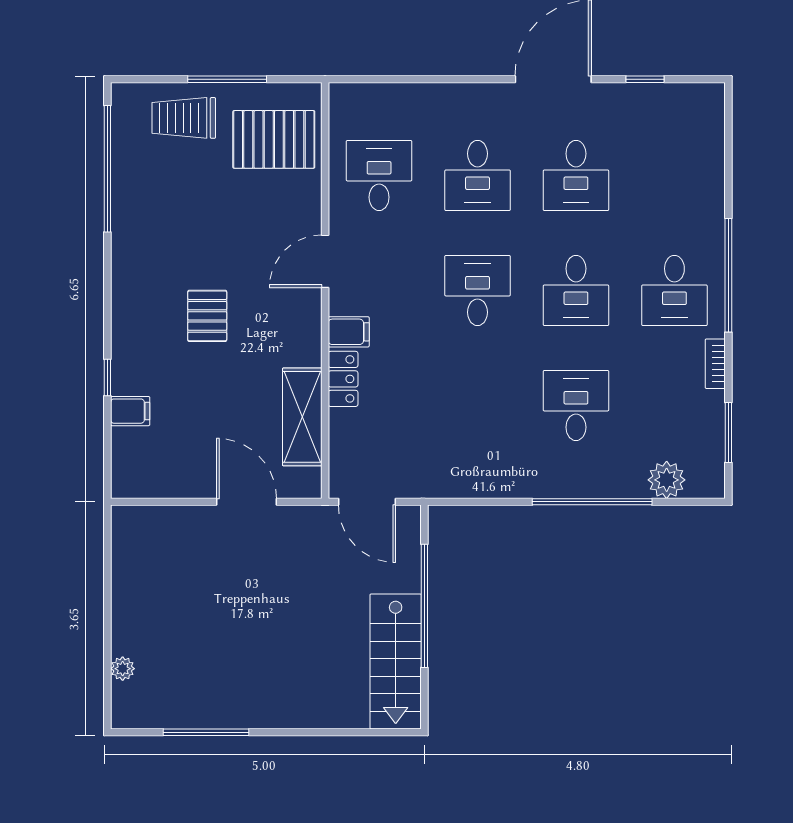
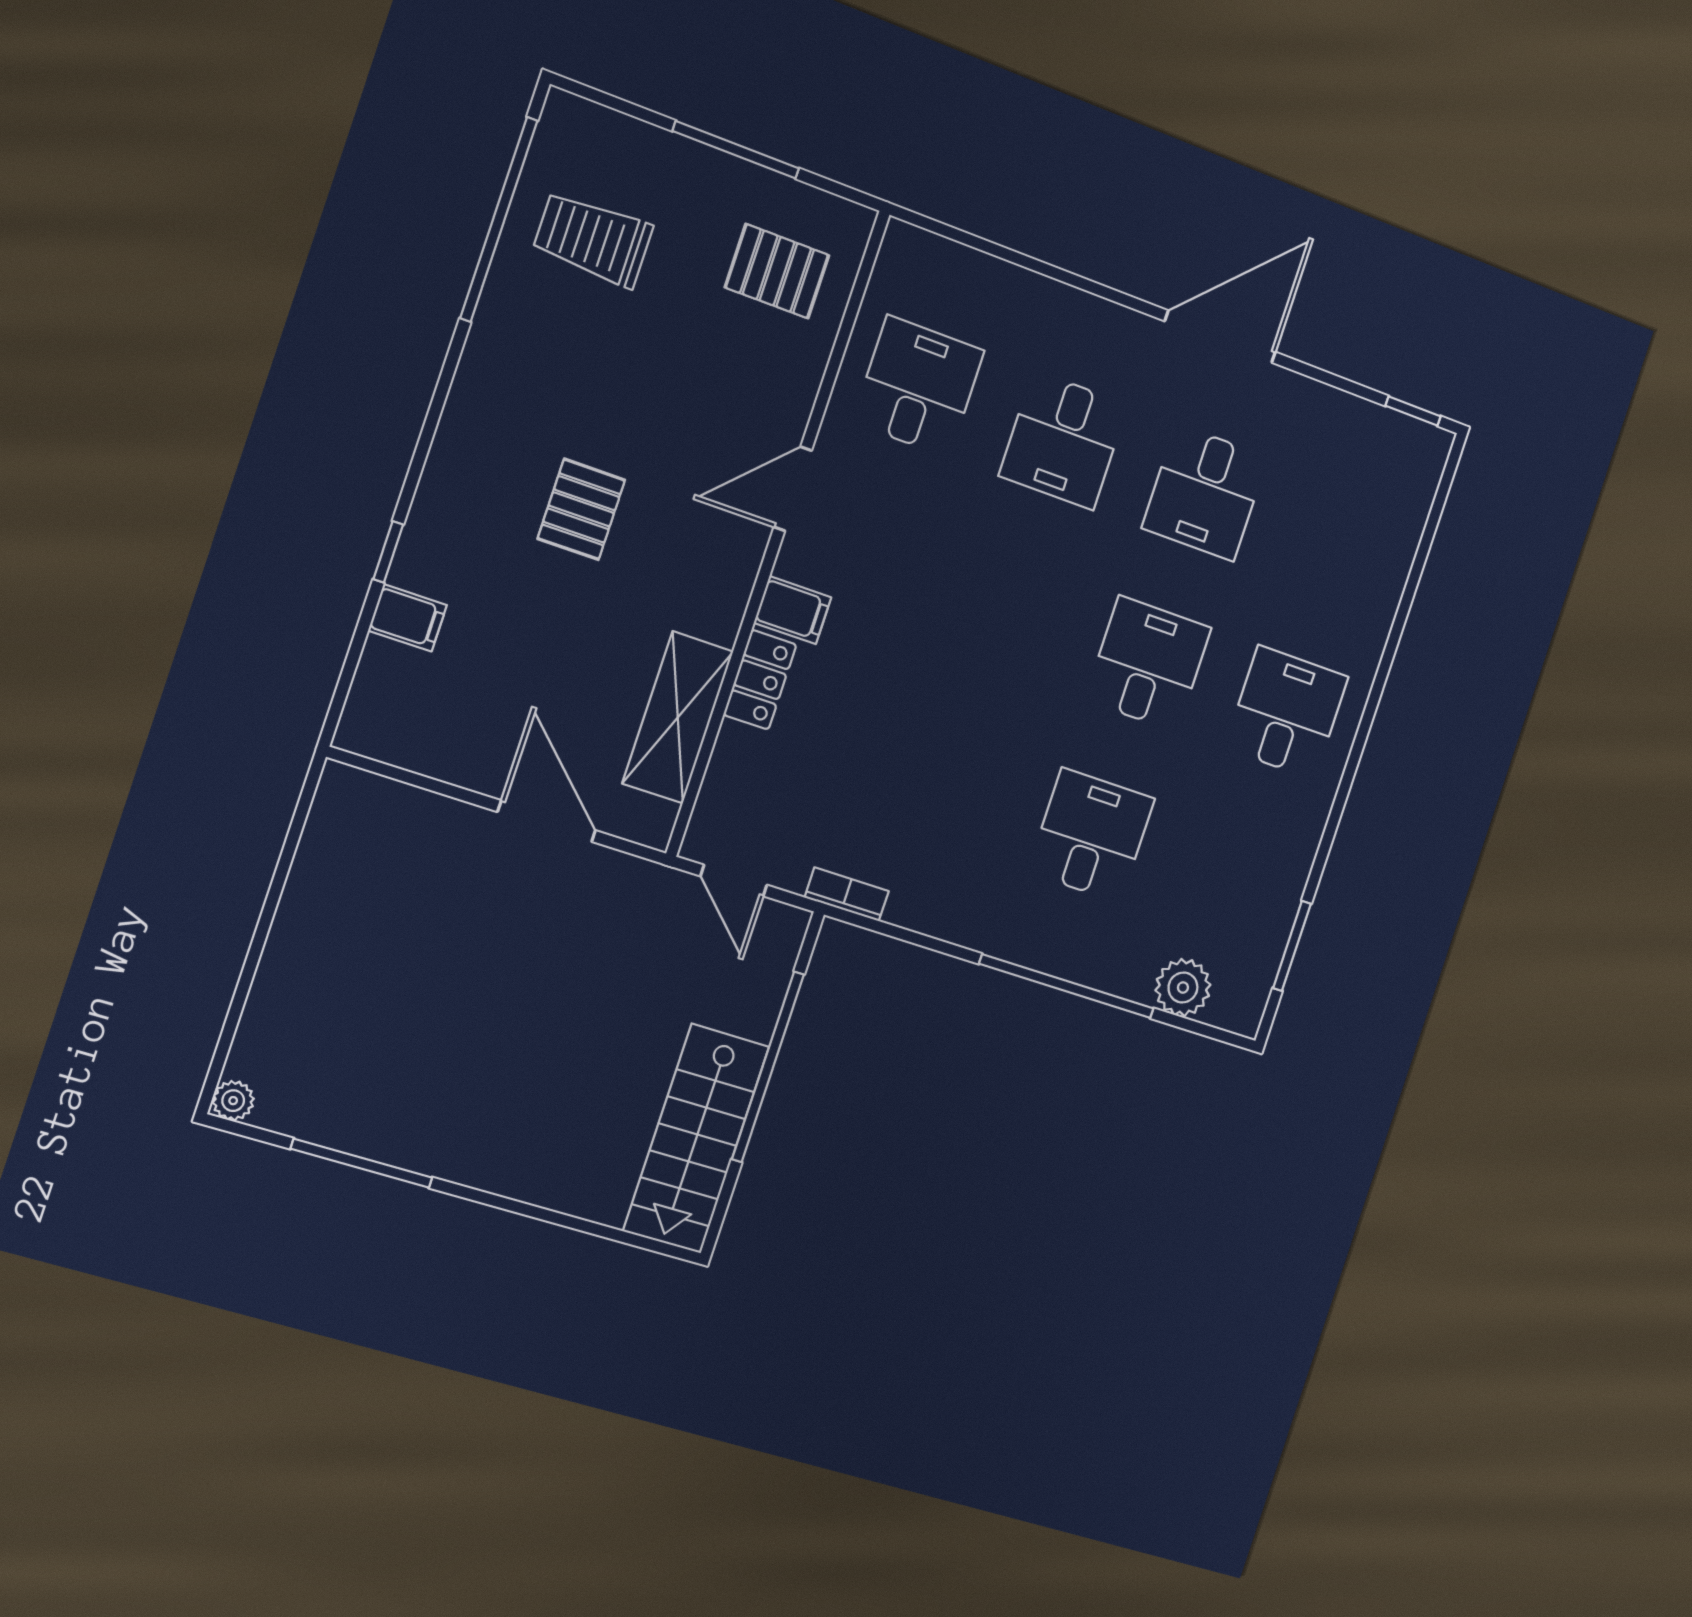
window: (645, 79) -> (1413, 411), moved
trolley: (184, 118) -> (593, 239), moved
pallet: (274, 139) -> (777, 271), width x0.67, depth x0.71
window: (728, 275) -> (1368, 716), removed
desk: (478, 290) -> (1006, 614), removed
desk: (576, 290) -> (1148, 664), turned 180
desk: (674, 290) -> (1286, 712), turned 180
bookcase: (715, 364) -> (847, 894), moved, turned 90
door: (367, 502) -> (734, 881), width x0.73
plant: (123, 669) -> (233, 1101), moved

